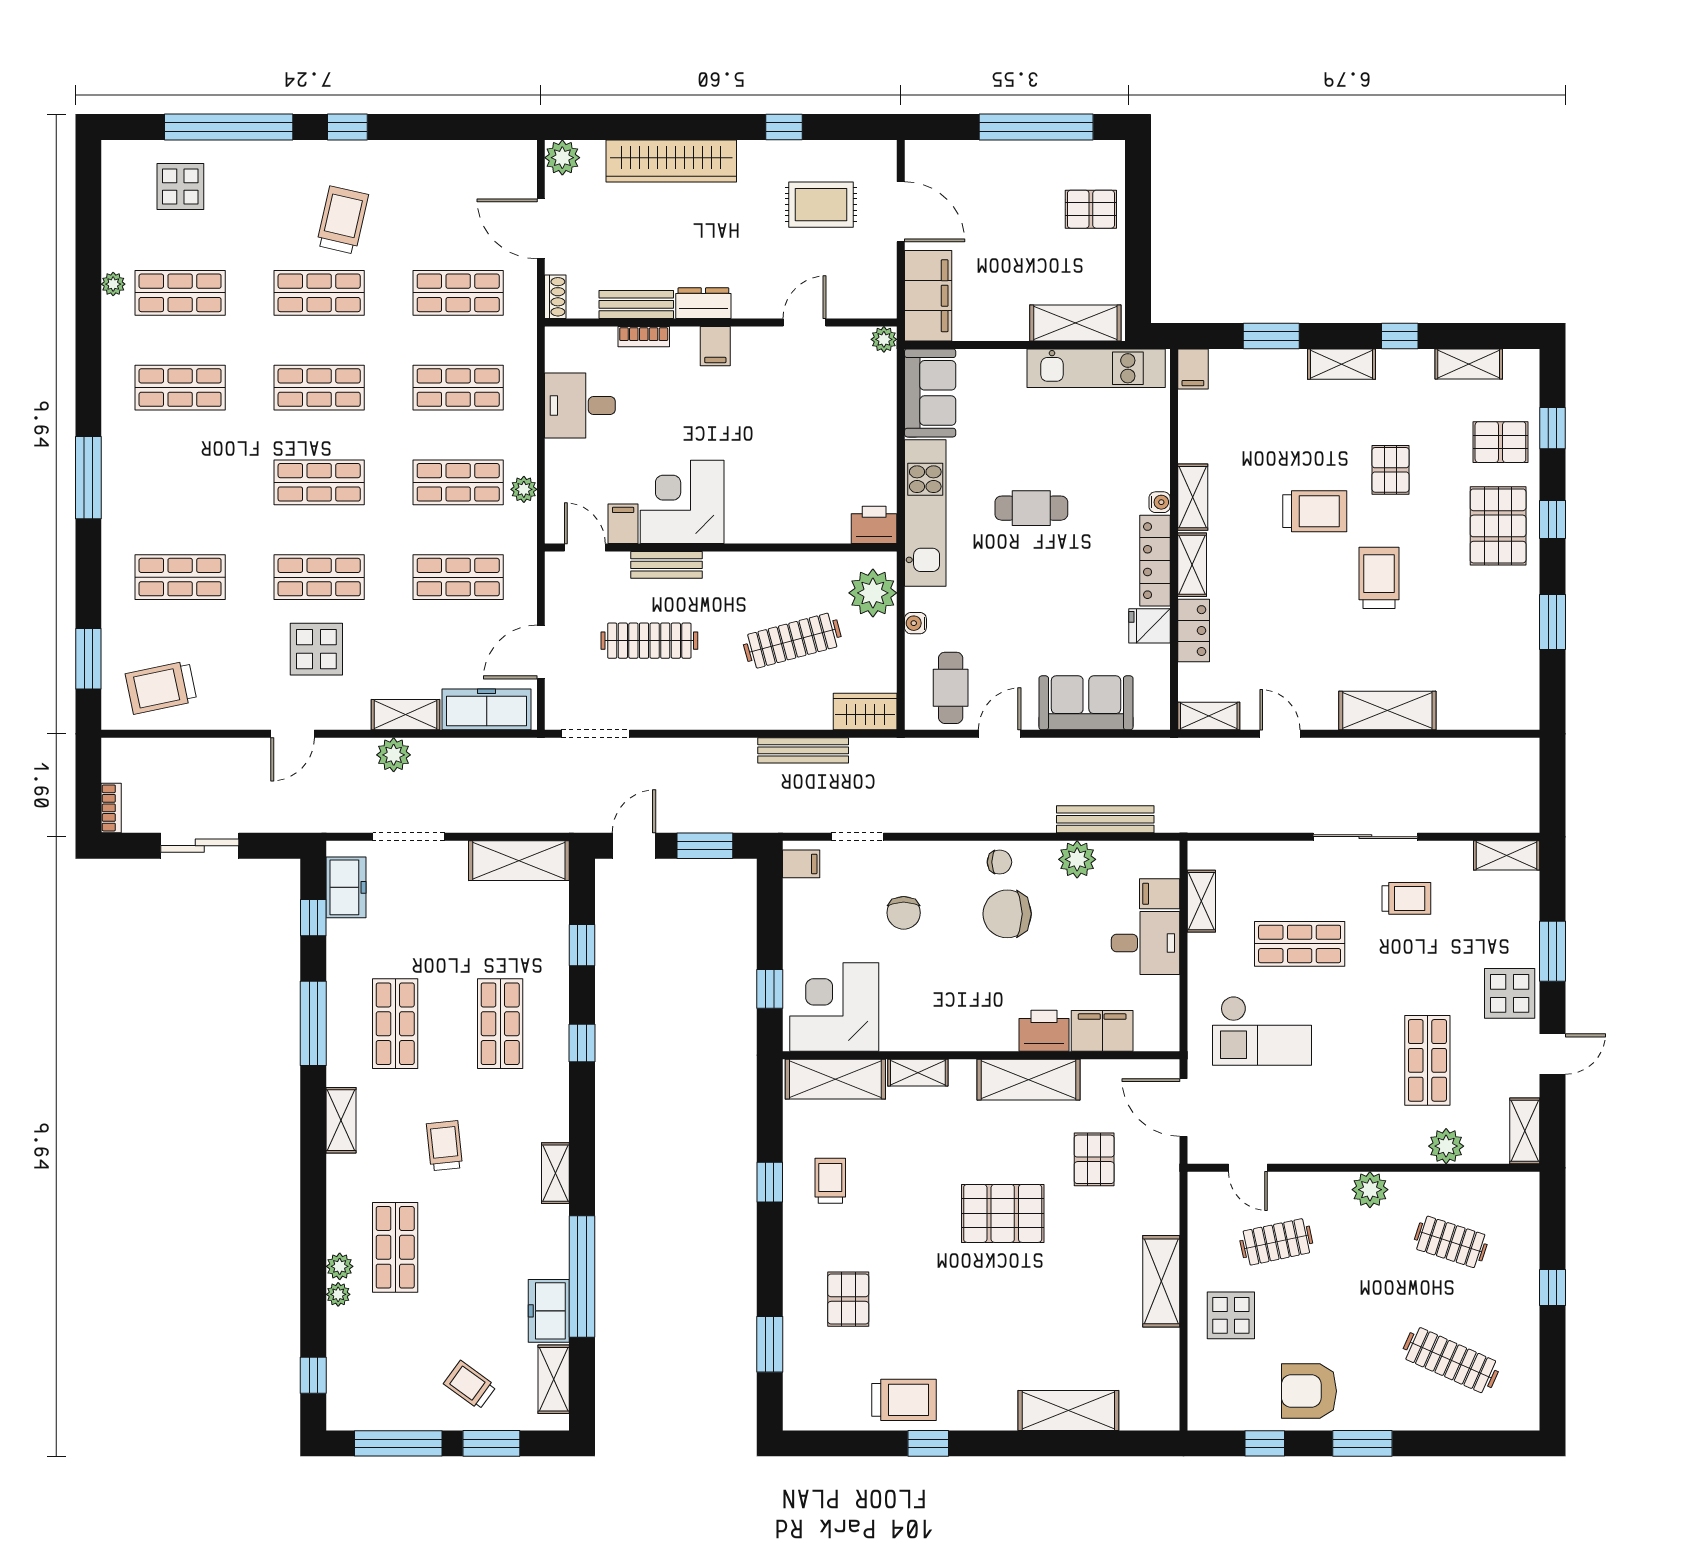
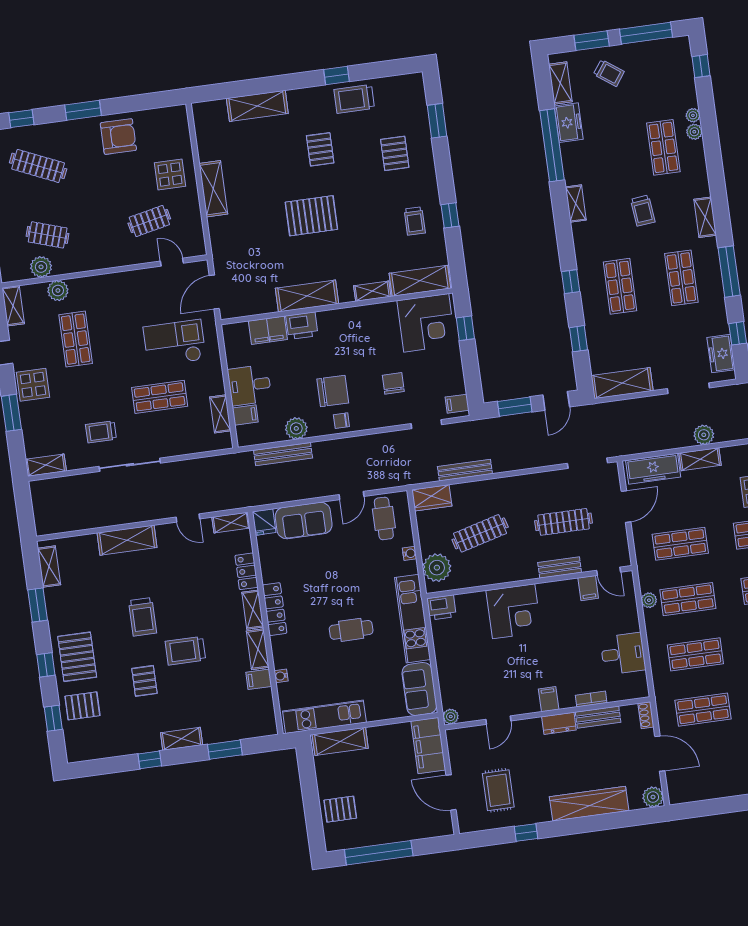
rug: (821, 205) -> (498, 790), turned 90
shelving: (1469, 364) -> (49, 567), moved, turned 90
filing cabinet: (1193, 369) -> (259, 679), moved, turned -90
corner desk: (682, 502) -> (514, 611), moved
water cooler: (1160, 502) -> (281, 676), moved
fridge: (1149, 626) -> (264, 522), moved, turned 90
door: (1184, 1108) -> (214, 292), swing flipped
pallet: (1094, 1159) -> (320, 149), moved
plant: (1370, 1190) -> (41, 267), moved
window: (1265, 1443) -> (21, 119), moved

